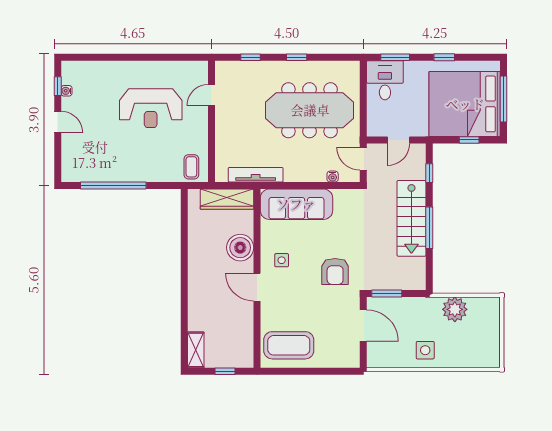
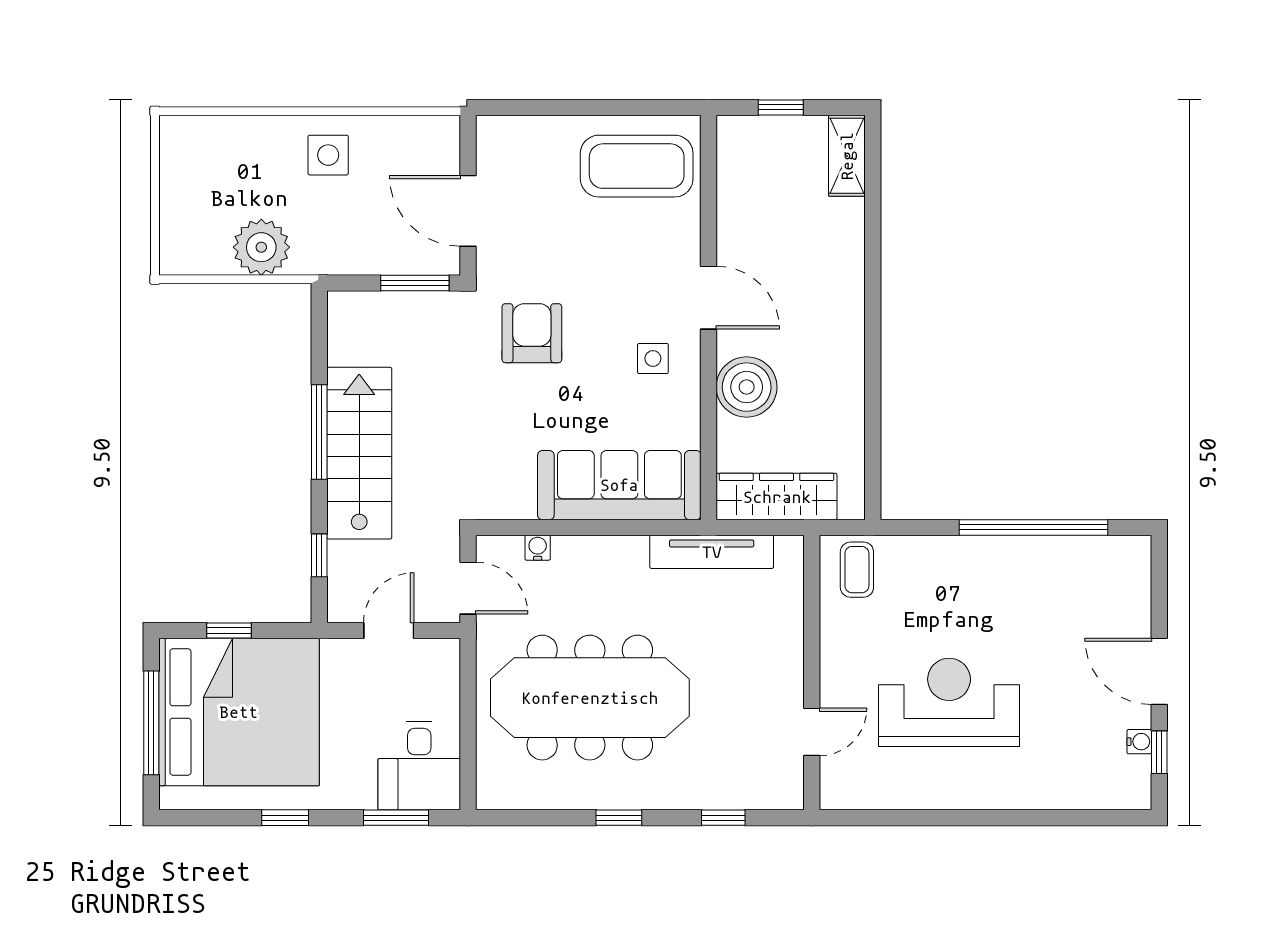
door: (58, 122) -> (1159, 671), width x1.38

